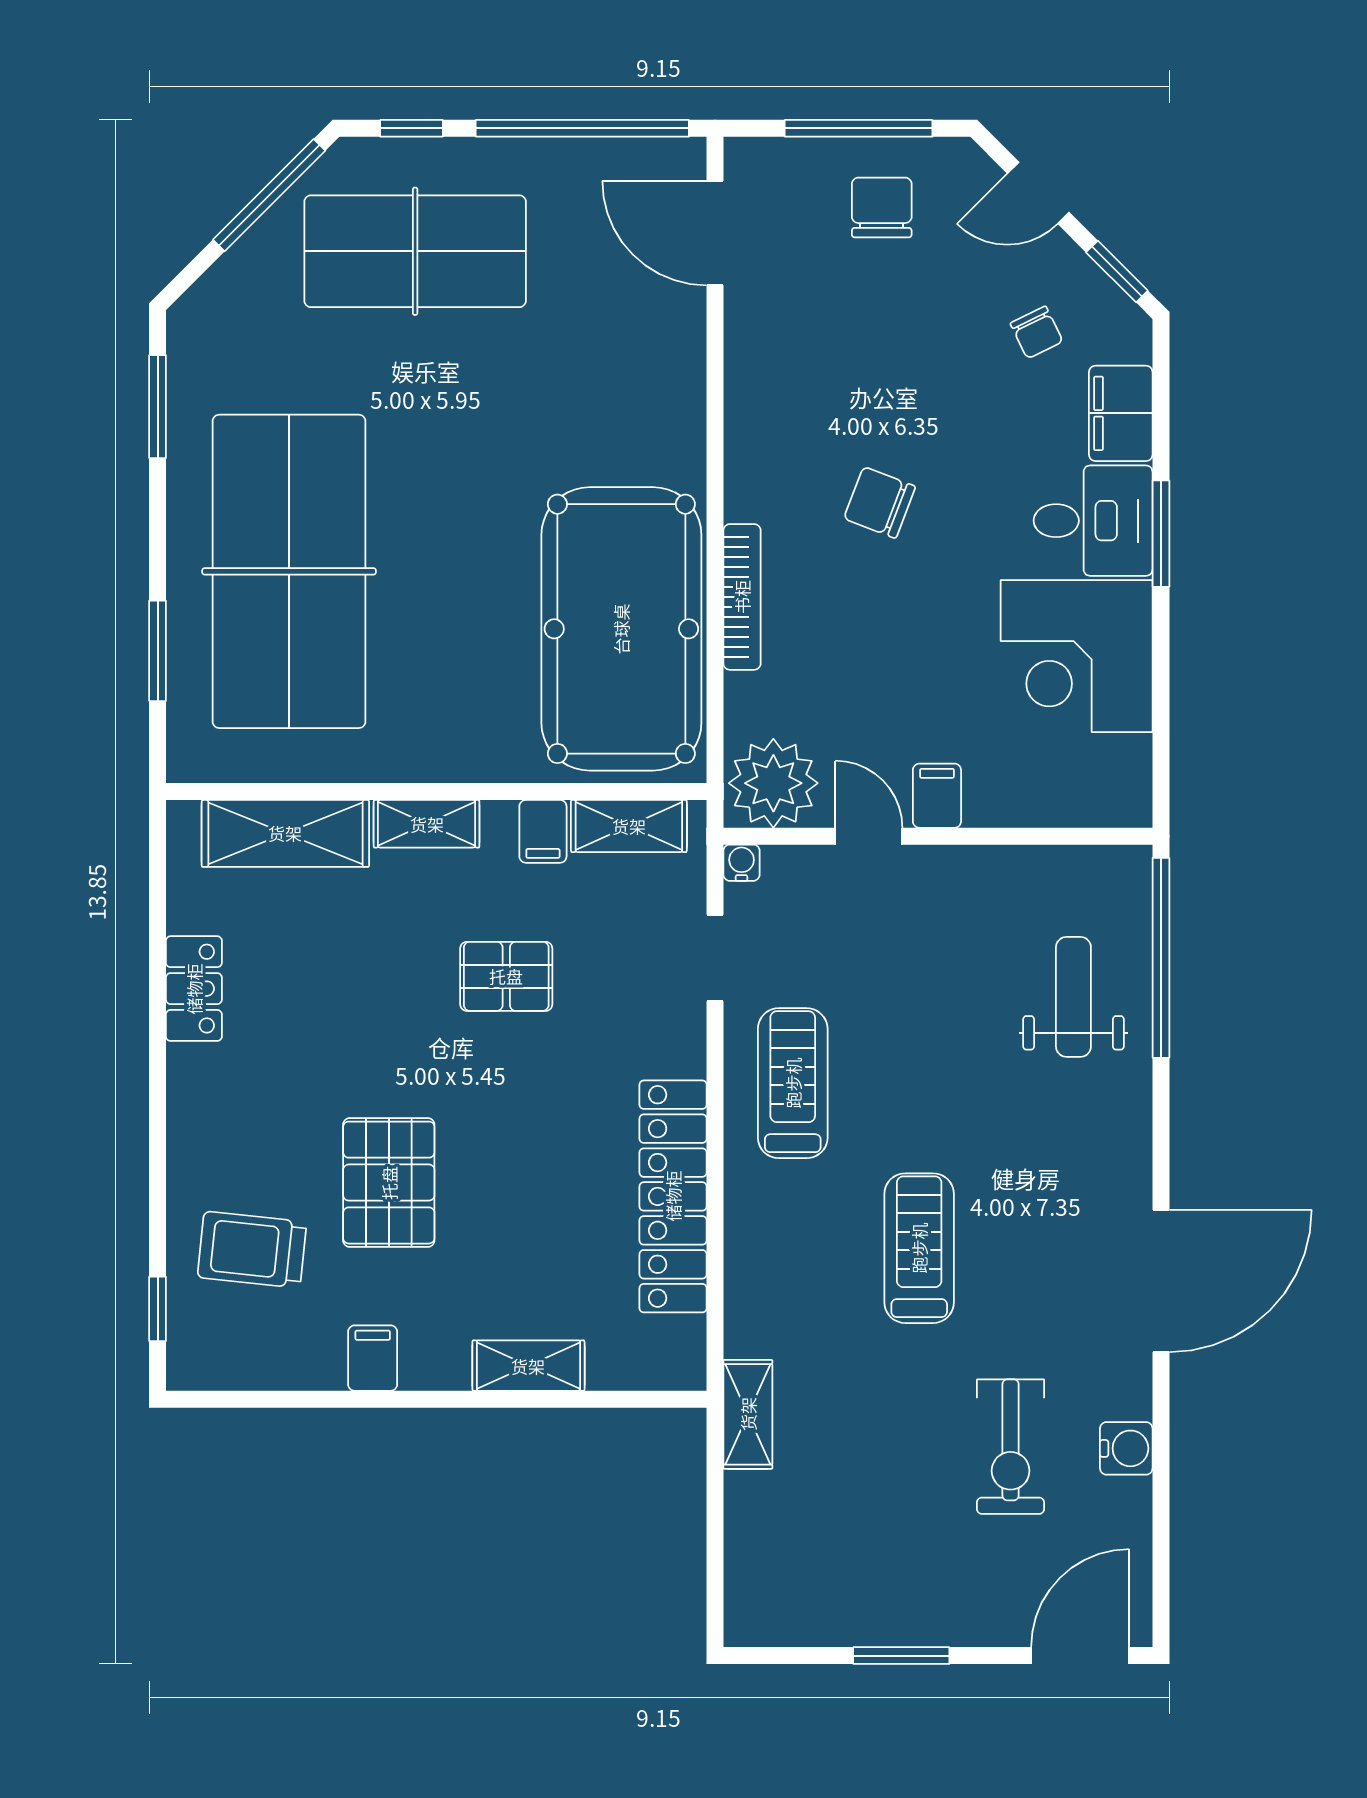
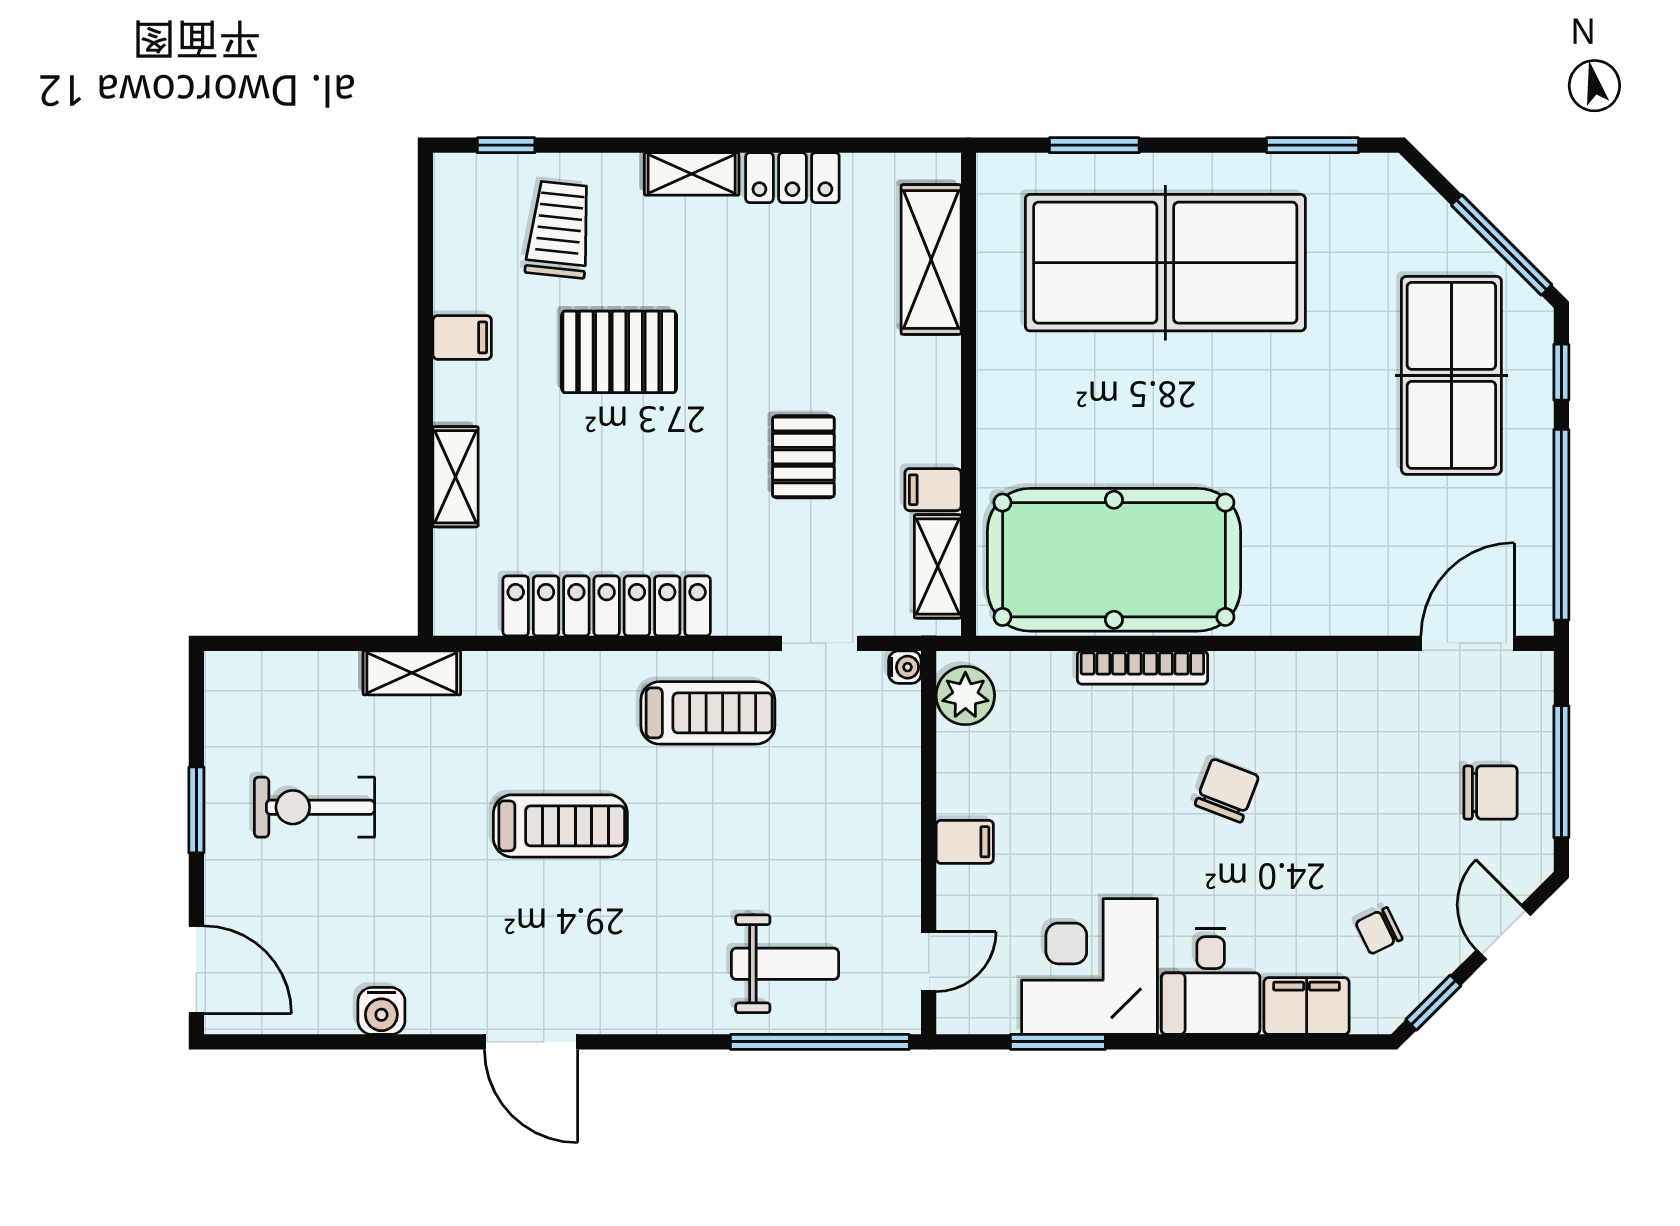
window: (1161, 534) -> (1058, 1042), moved
plant: (773, 783) -> (965, 695), width x0.73, depth x0.73
shelving: (427, 824) -> (692, 174), moved, turned 90
door: (869, 836) -> (929, 962), moved
door: (1161, 1281) -> (531, 1042), width x0.73
exercise bike: (1011, 1447) -> (314, 807), moved

